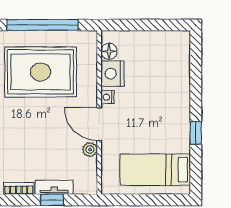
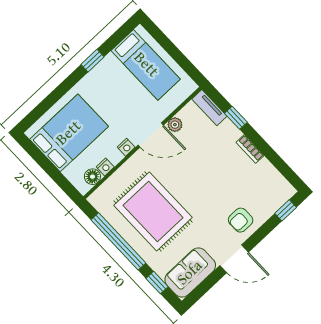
bed: (158, 65) -> (69, 133), added
nightstand: (112, 74) -> (105, 167), width x0.53, depth x0.56
door: (99, 124) -> (151, 135), hinge flipped
tv unit: (54, 187) -> (209, 108), moved

